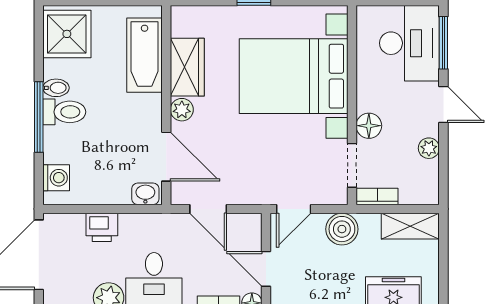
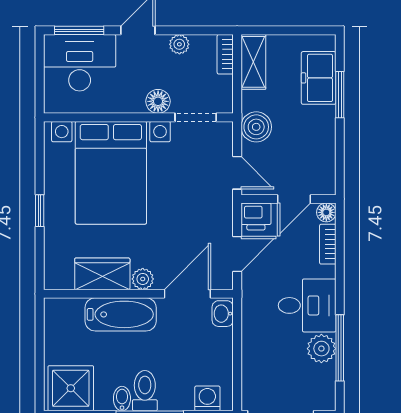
bathtub: (145, 55) -> (121, 314), moved
bookcase: (377, 196) -> (225, 54), moved
printer: (102, 227) -> (256, 216), moved, turned 90

